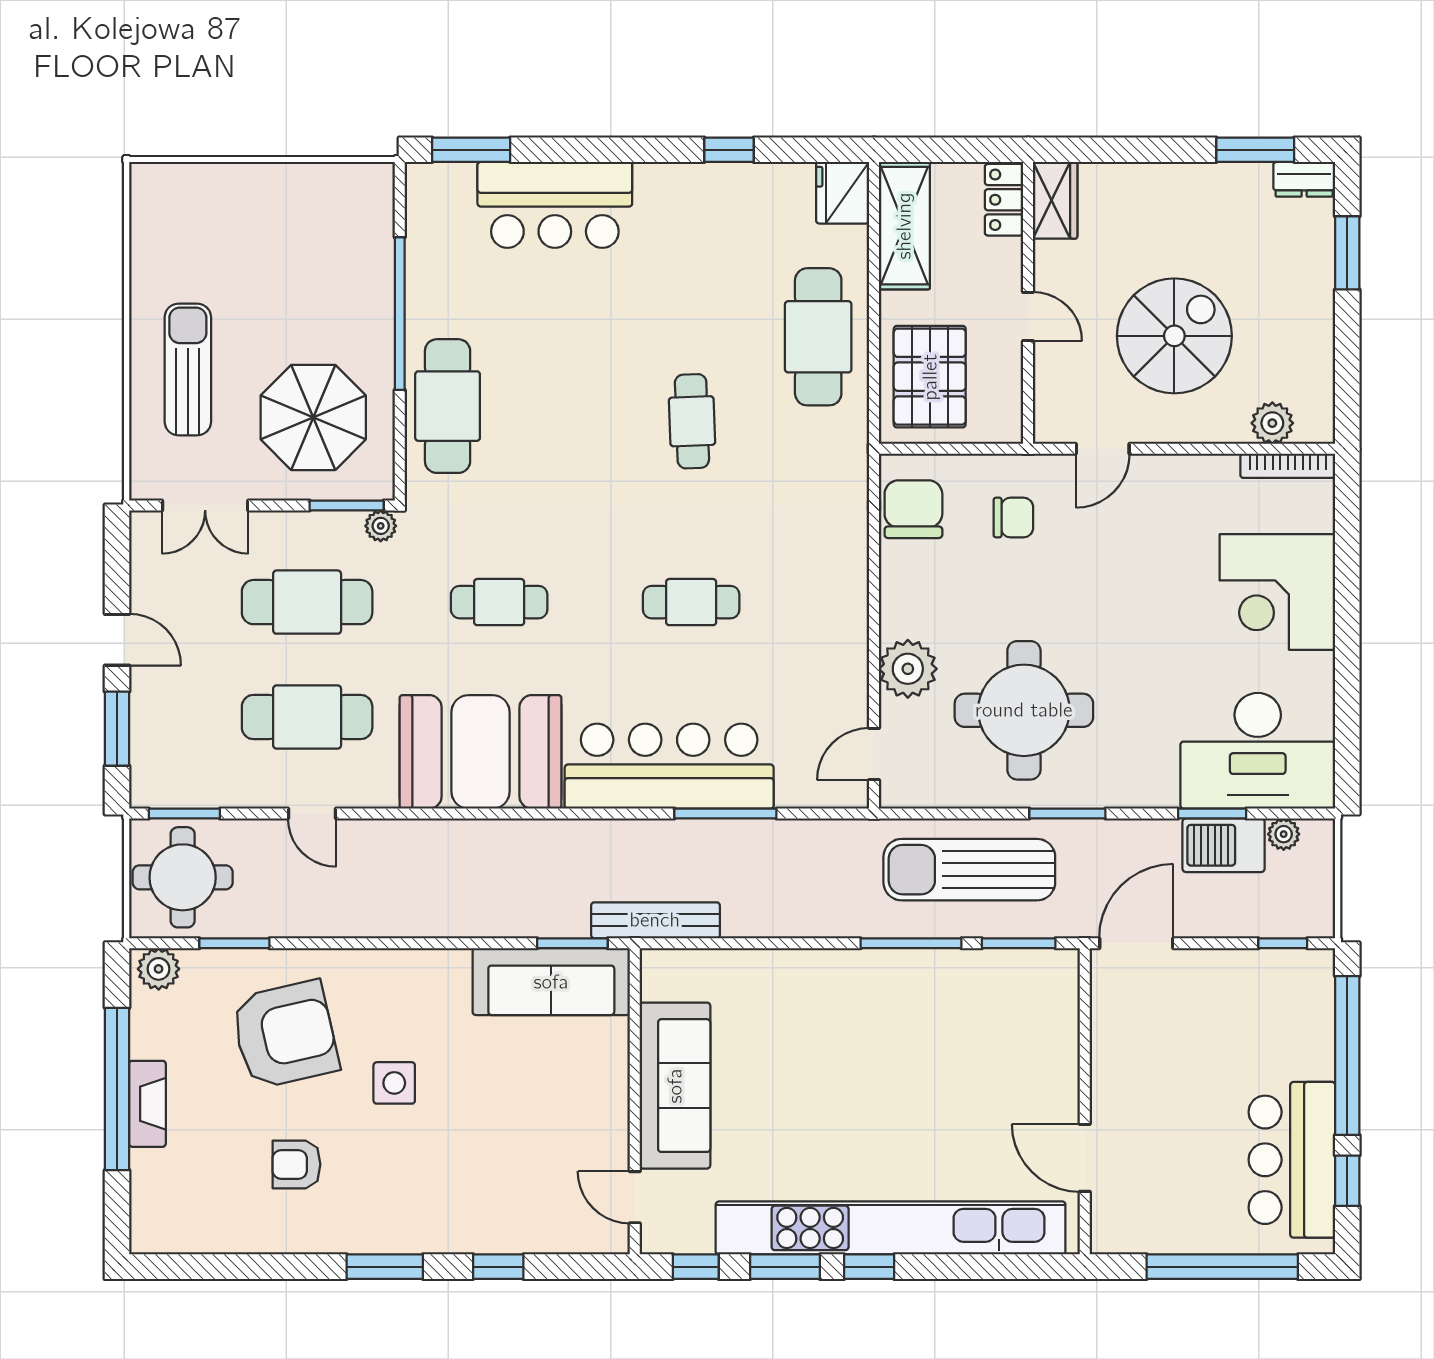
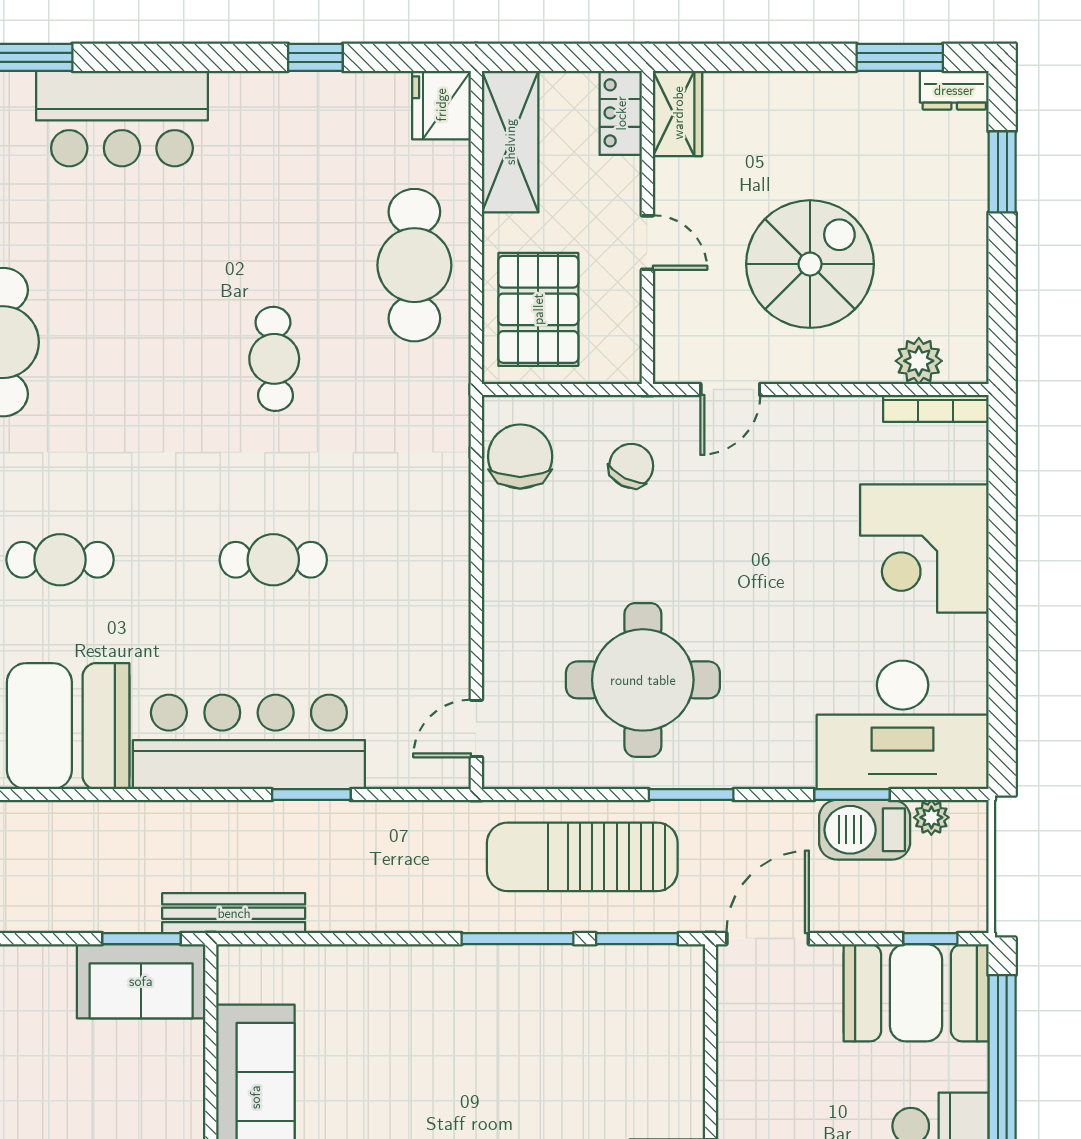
chair: (1013, 518) -> (631, 466), turned -63
plant: (908, 669) -> (514, 634), removed
window: (725, 814) -> (311, 795), width x0.69
sofa: (551, 982) -> (141, 981), width x0.73
booth: (1270, 992) -> (916, 993), added

